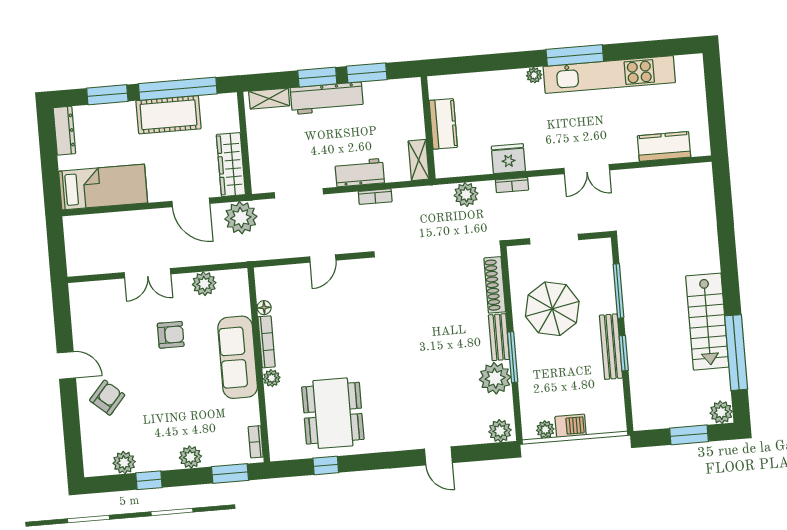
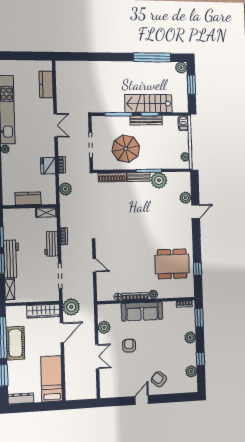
stairs: (707, 322) -> (148, 104), moved, turned 180
barbecue: (571, 426) -> (183, 123), moved
plant: (500, 431) -> (185, 198), moved

